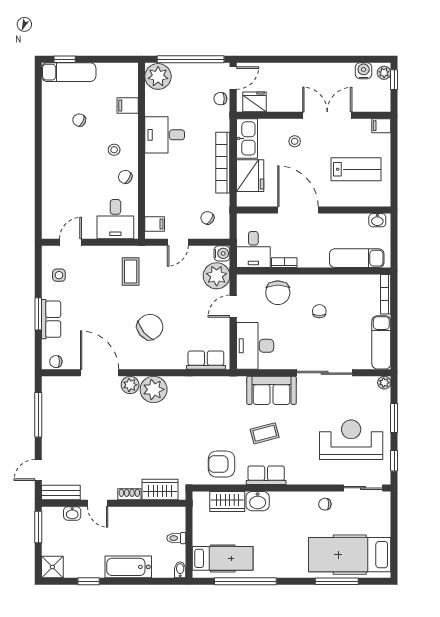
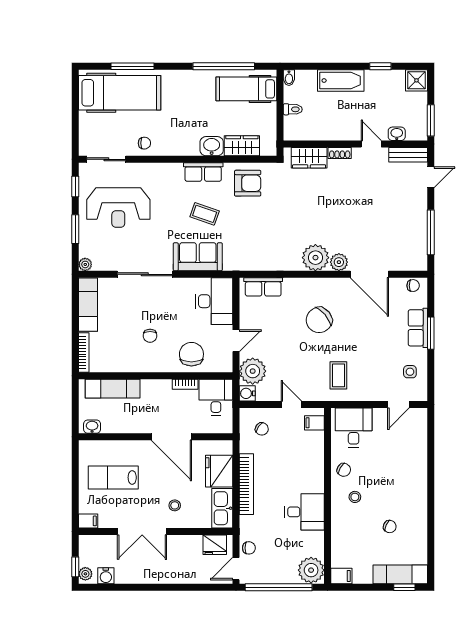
filing cabinet: (128, 106) -> (341, 576), moved
door: (178, 242) -> (291, 405), hinge flipped
coffee table: (265, 433) -> (205, 214), turned 34

